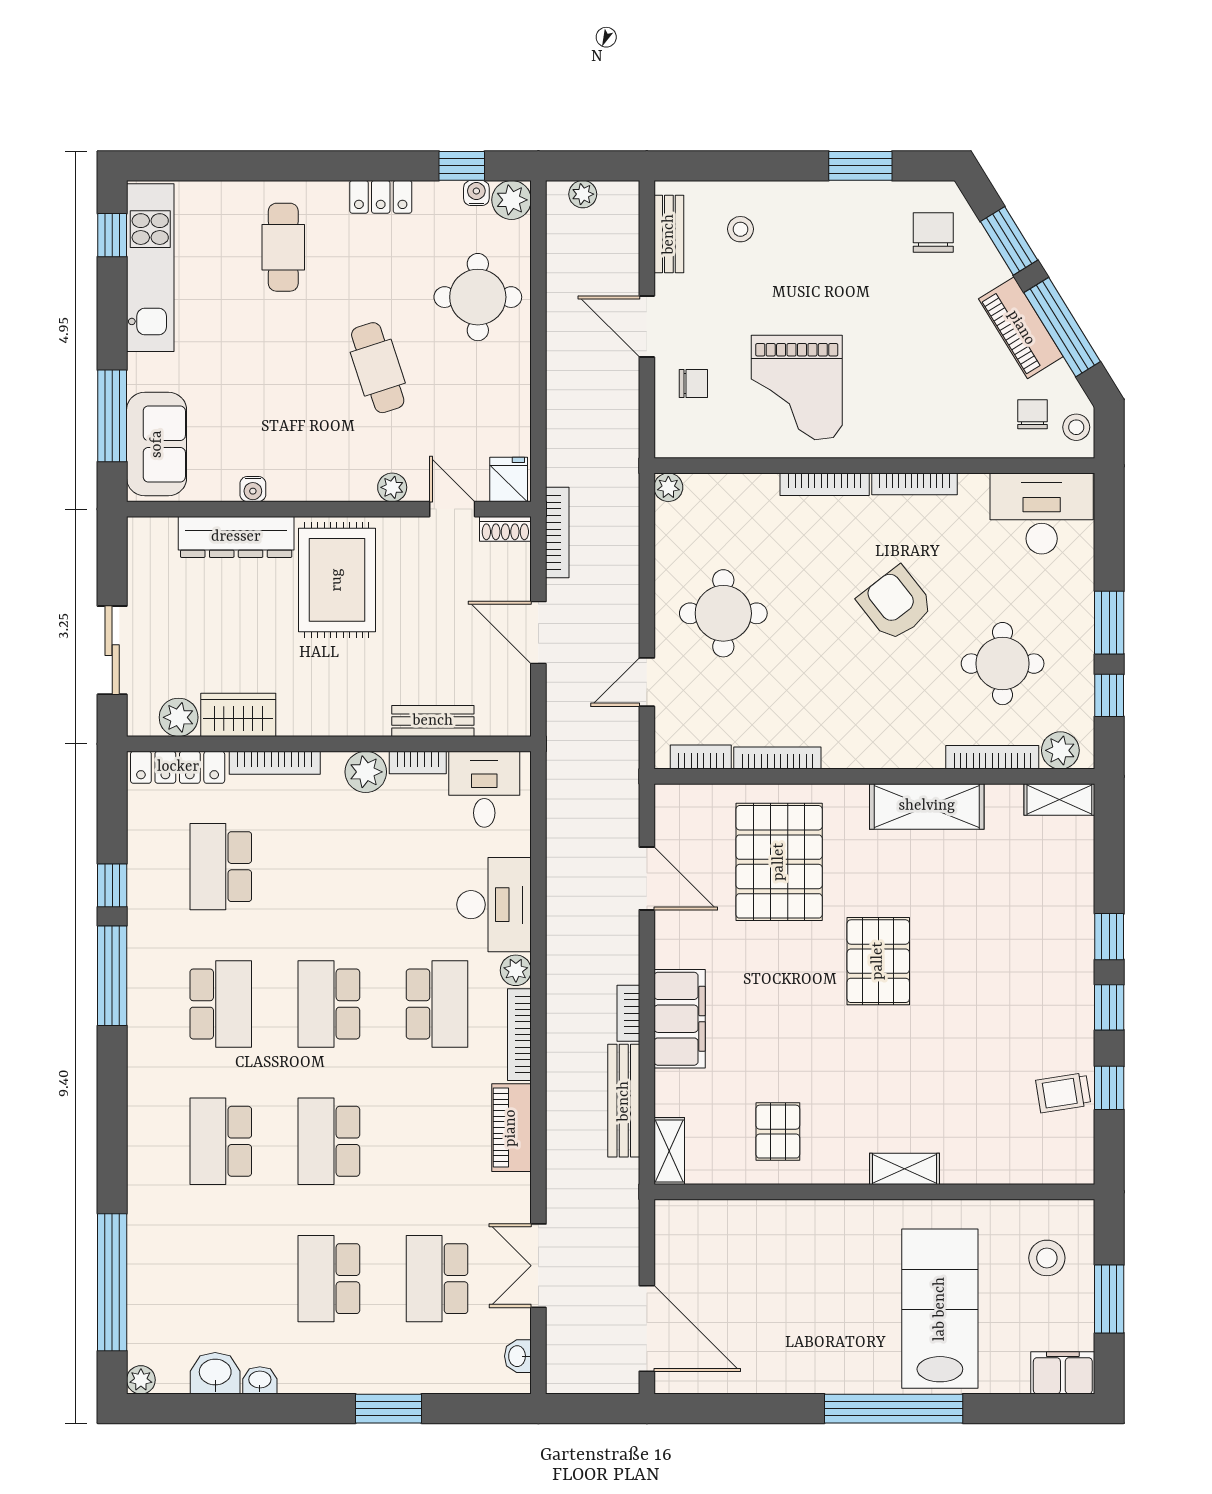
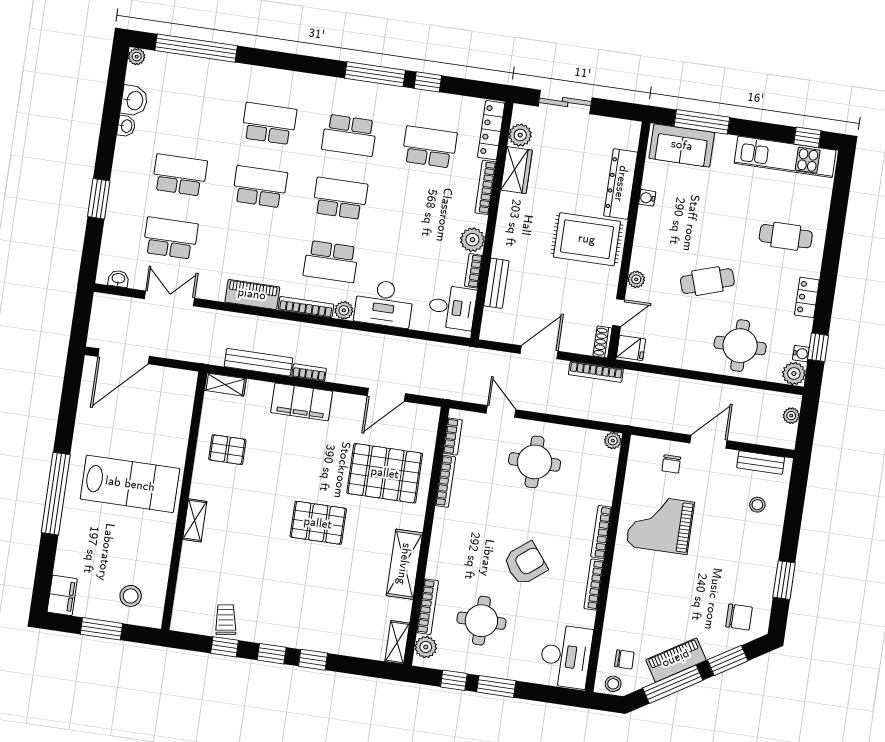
lab bench: (940, 1309) -> (130, 484), moved

